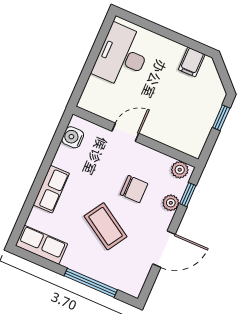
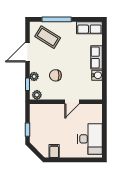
water cooler: (73, 137) -> (97, 75), moved
coffee table: (106, 226) -> (48, 37), moved

